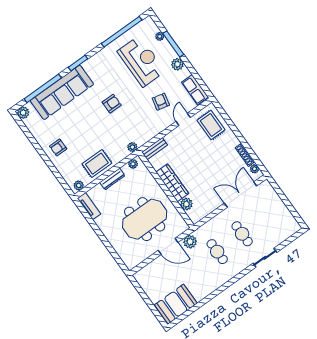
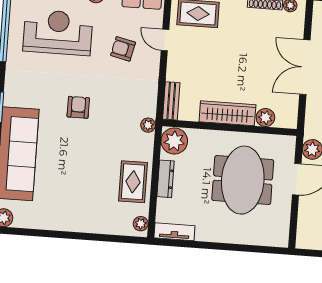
armchair: (58, 147) -> (77, 211), removed
plant: (133, 164) -> (174, 141), width x1.88, depth x1.88
double door: (241, 195) -> (305, 67), moved

